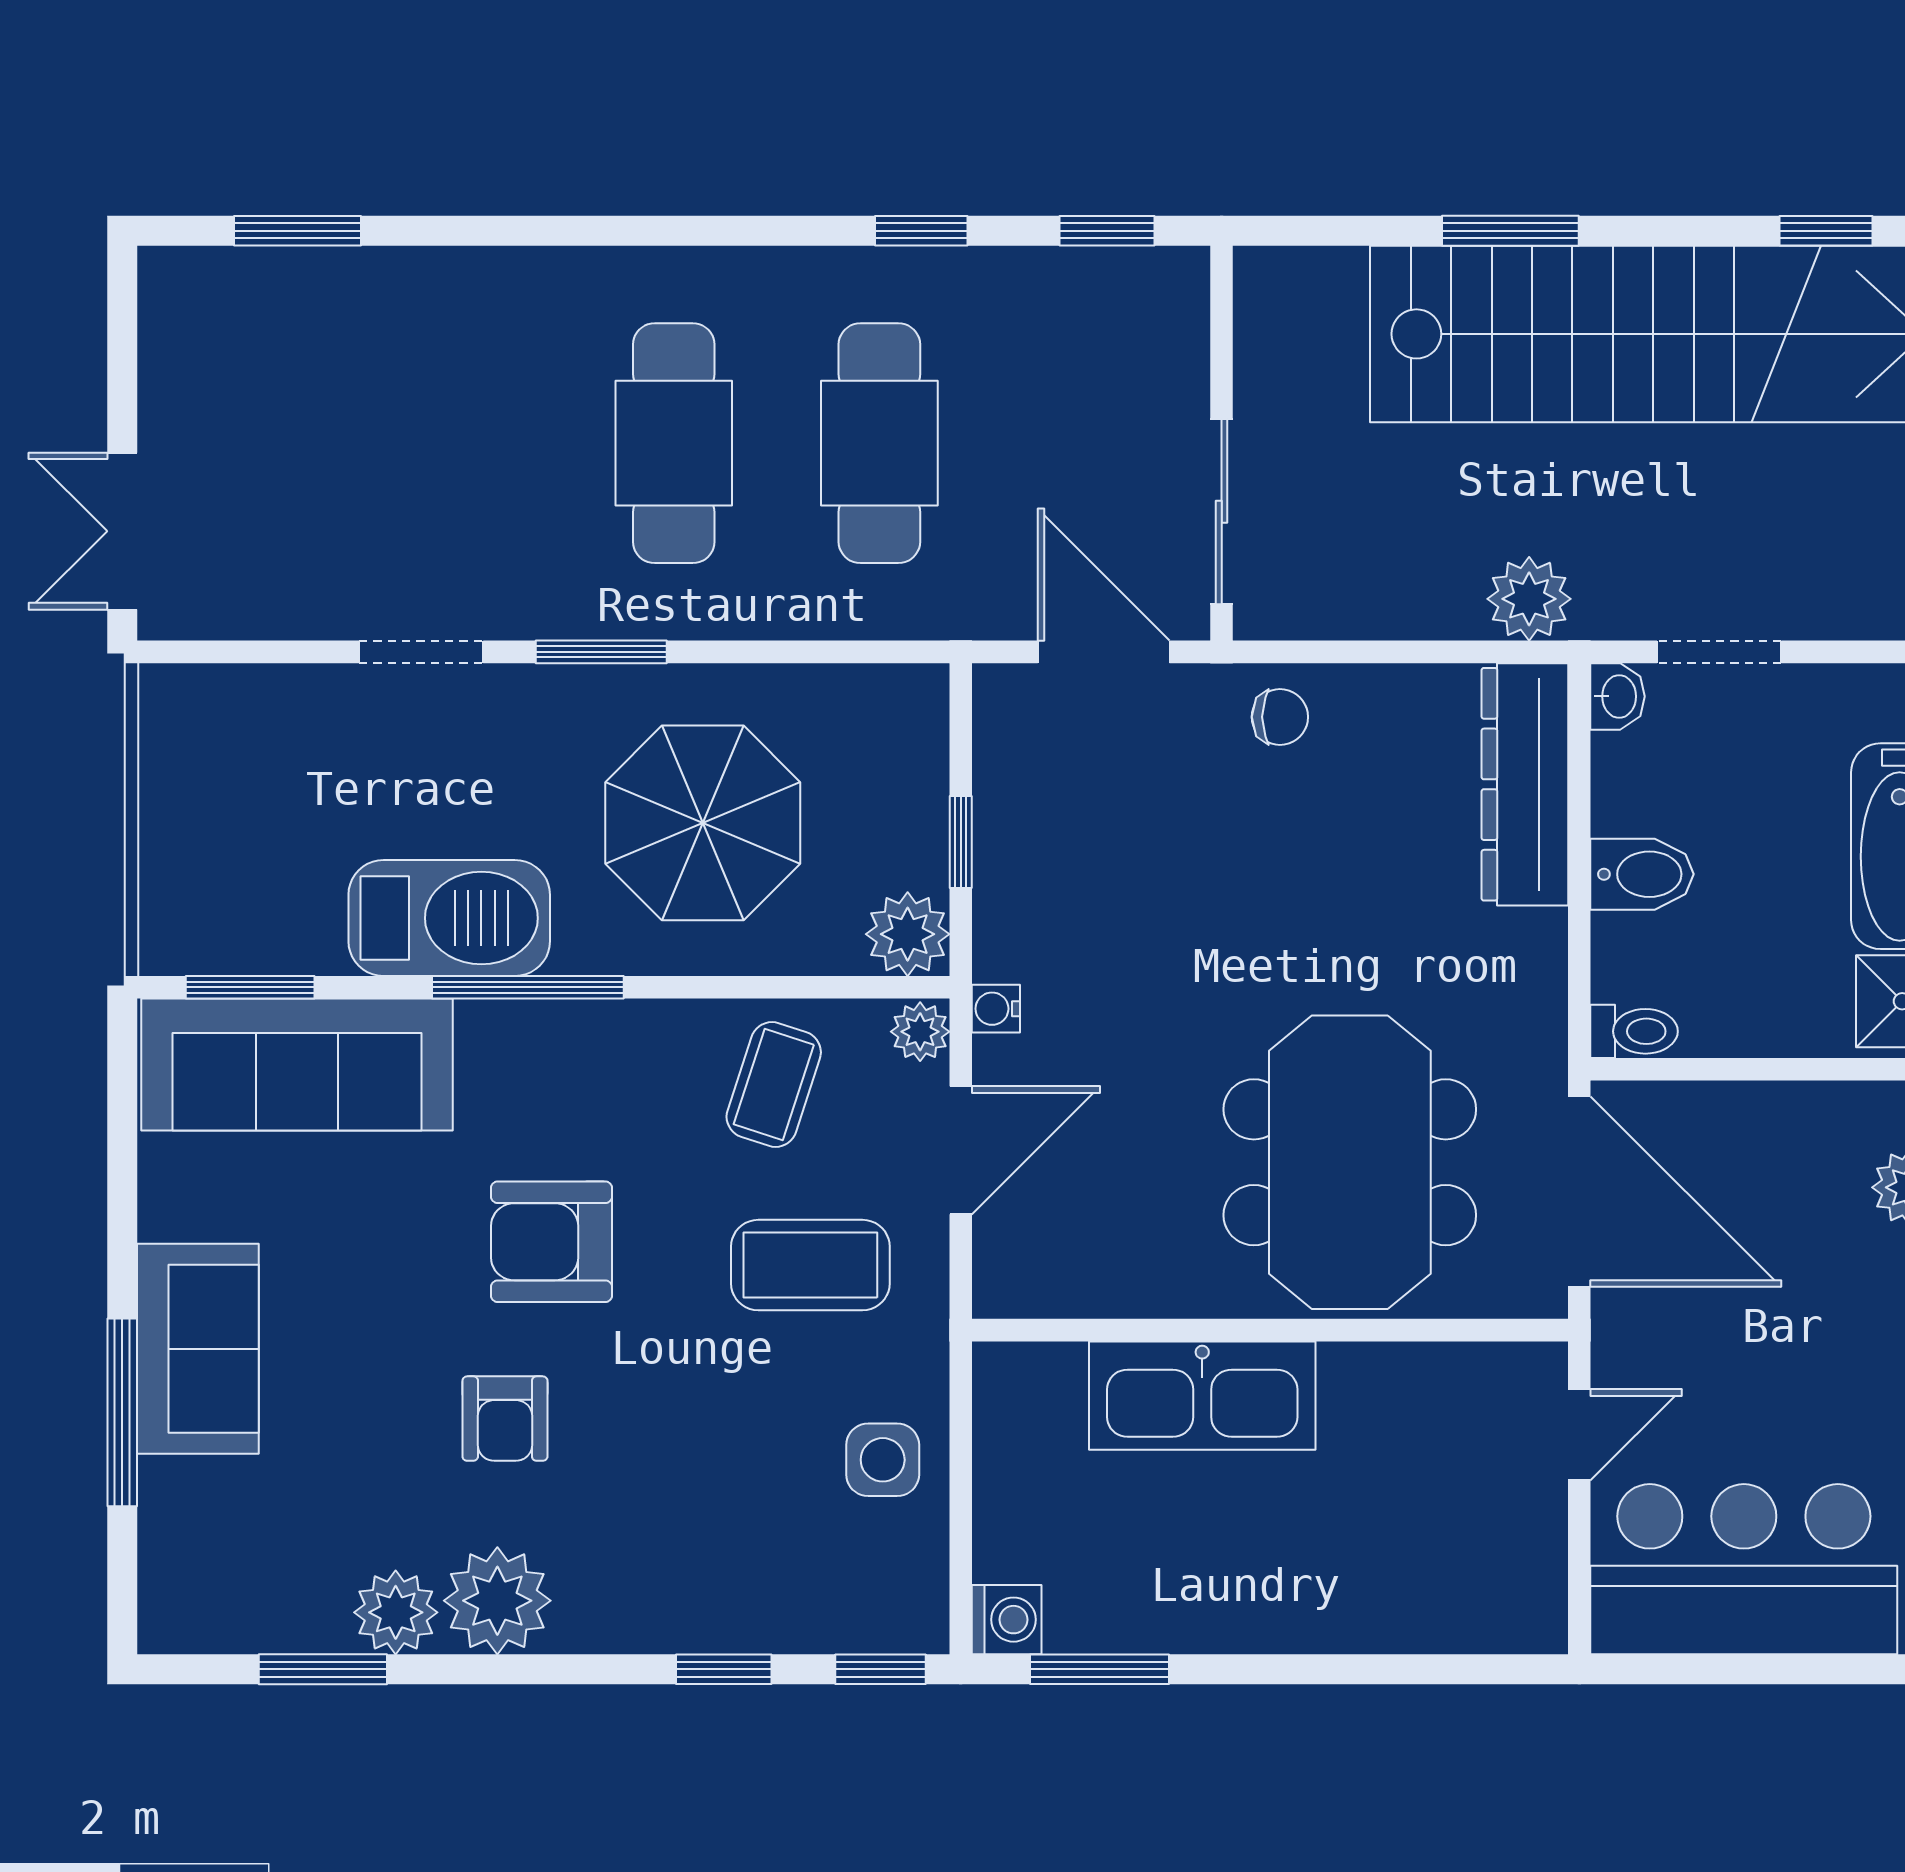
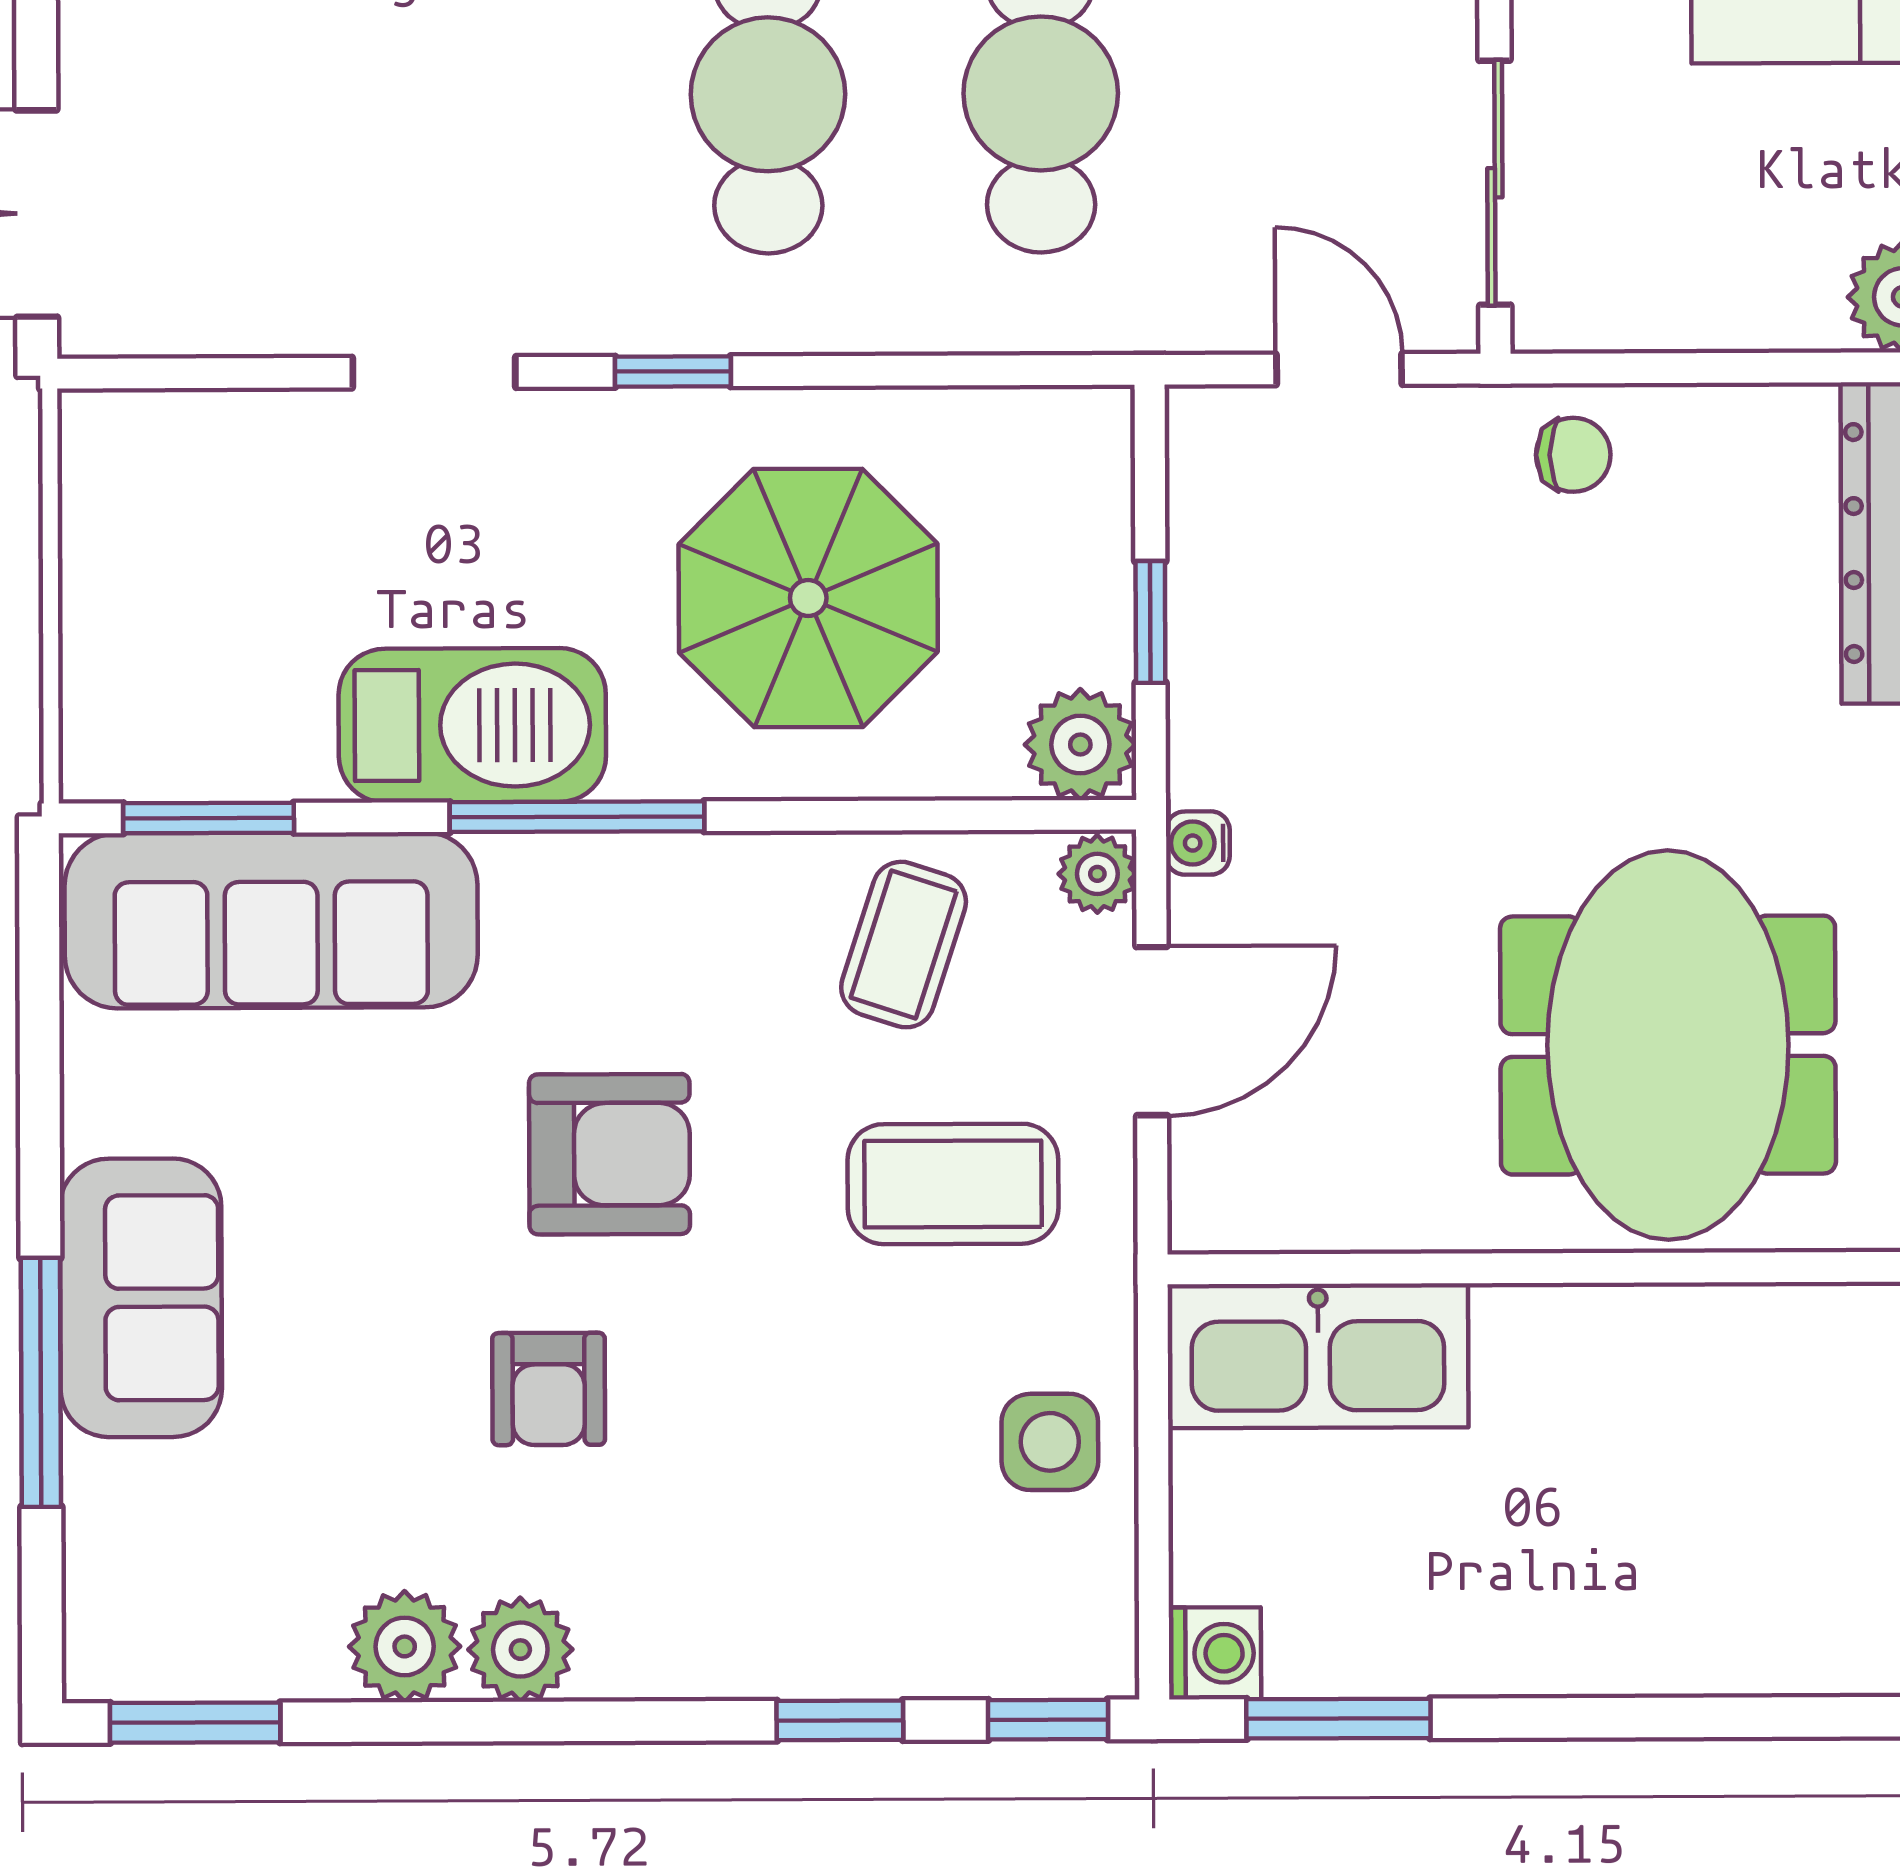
window: (601, 652) -> (673, 372), width x0.67
door: (1104, 652) -> (1339, 369), width x0.73
armchair: (551, 1242) -> (609, 1154), turned 180
kitchen sink: (1202, 1396) -> (1318, 1356), moved
plant: (497, 1601) -> (520, 1650), width x0.73, depth x0.73
window: (323, 1669) -> (195, 1723), moved

